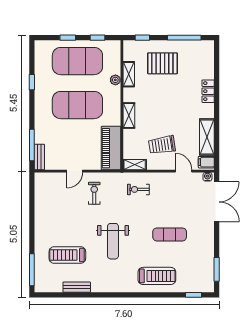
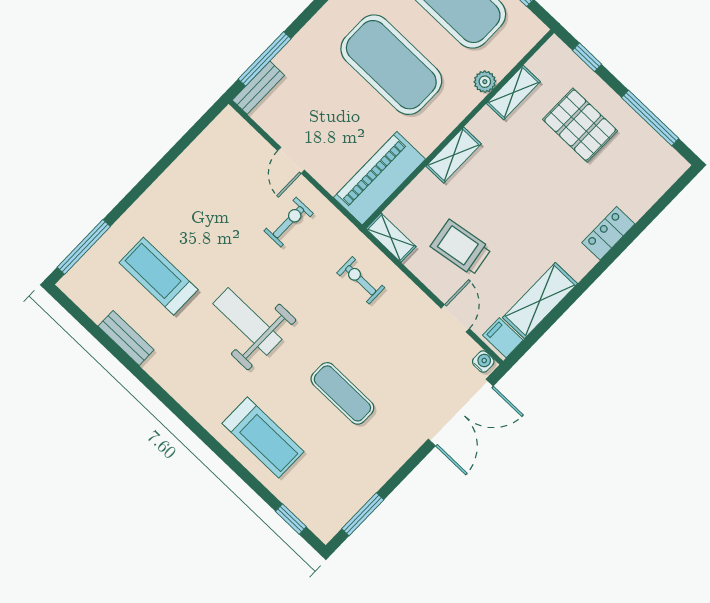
door: (75, 171) -> (291, 160), hinge flipped
weight bench: (113, 241) -> (247, 321), turned 90

